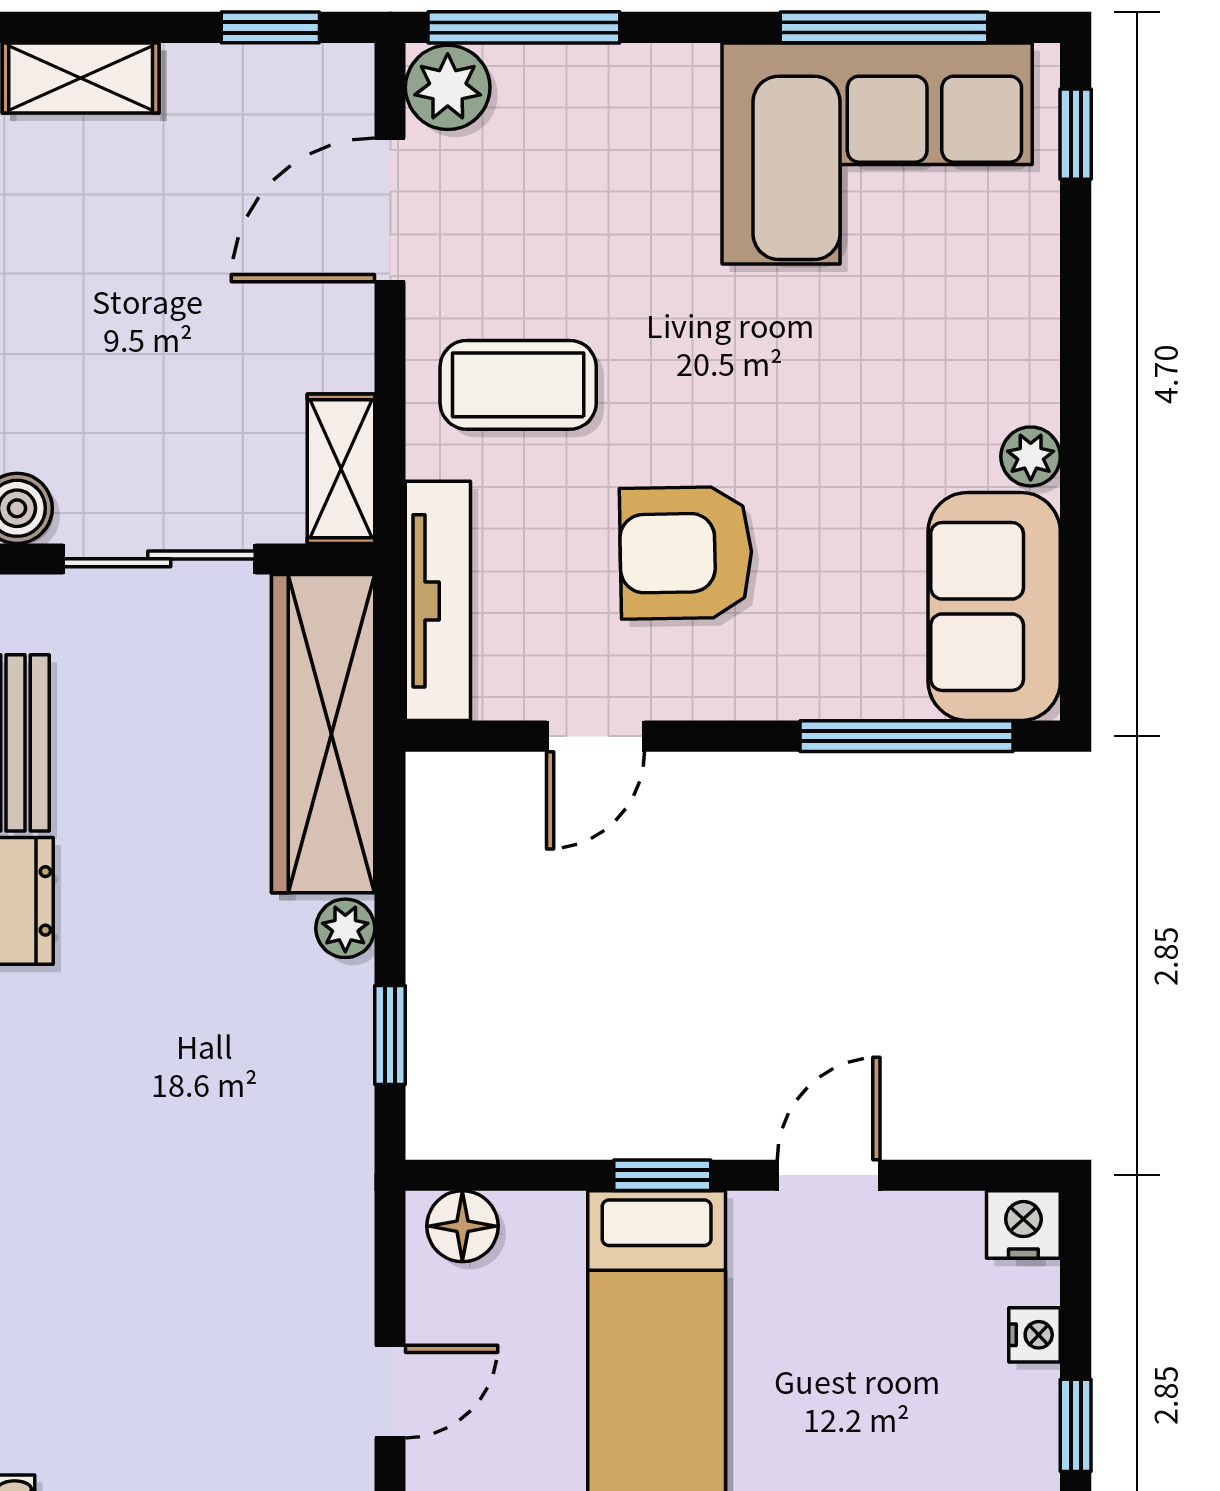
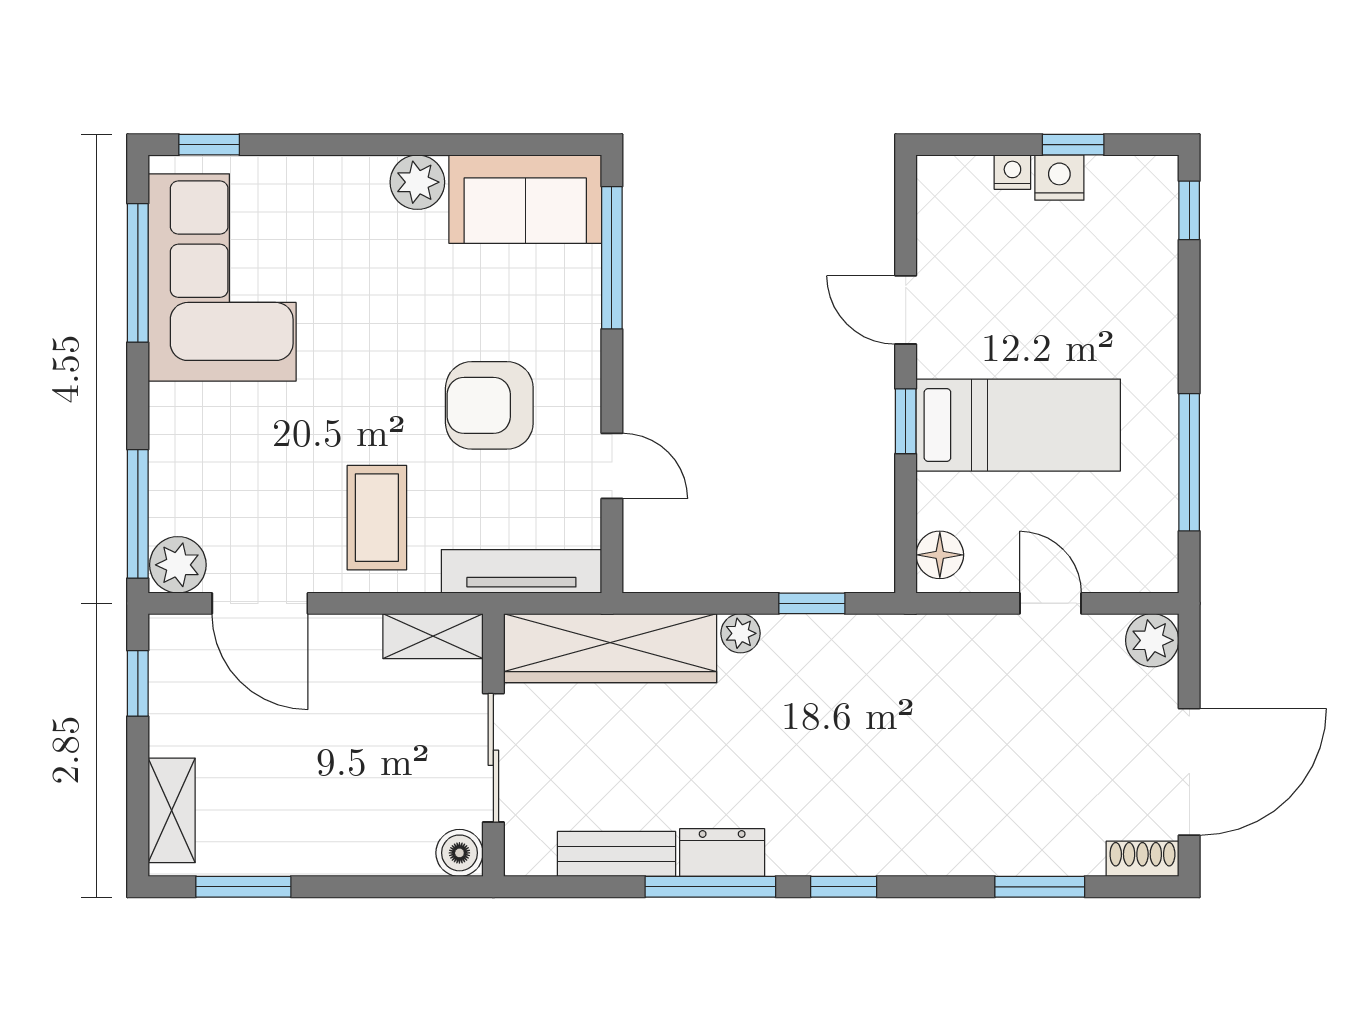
plant: (1031, 456) -> (417, 182), width x1.38, depth x1.38
armchair: (686, 553) -> (489, 405), turned 91
nightstand: (1023, 1224) -> (1059, 178), moved, turned 90

